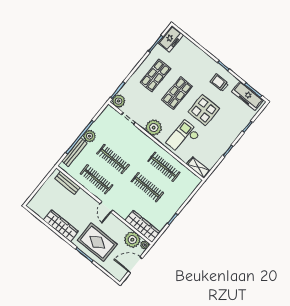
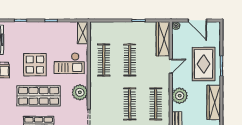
shop shelf: (177, 93) -> (39, 96), width x1.43, depth x1.36
door: (106, 207) -> (171, 66), moved
plant: (132, 240) -> (180, 96), moved

